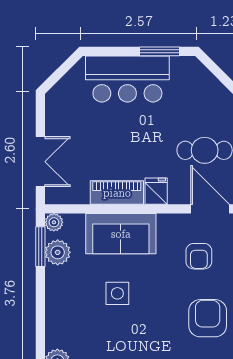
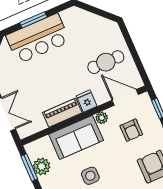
window: (159, 51) -> (33, 20), moved
plant: (54, 222) -> (102, 118), moved

